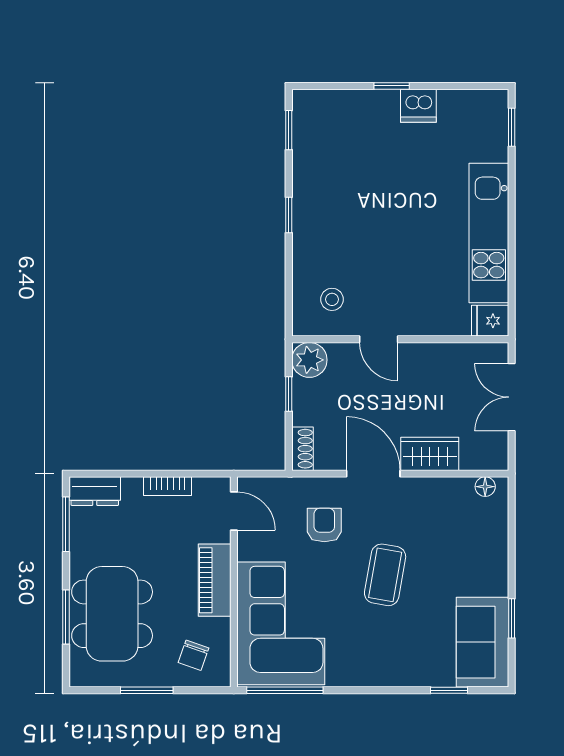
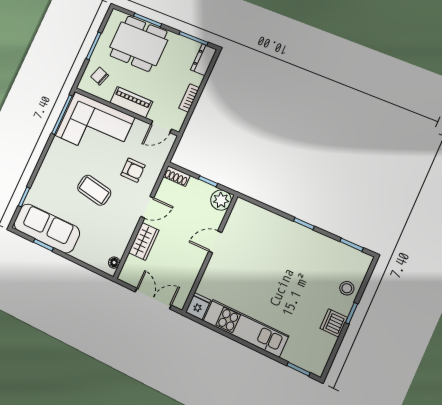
stool: (332, 299) -> (347, 288), moved
door: (373, 474) -> (147, 207), width x0.73
sofa: (482, 642) -> (47, 228), width x1.36

